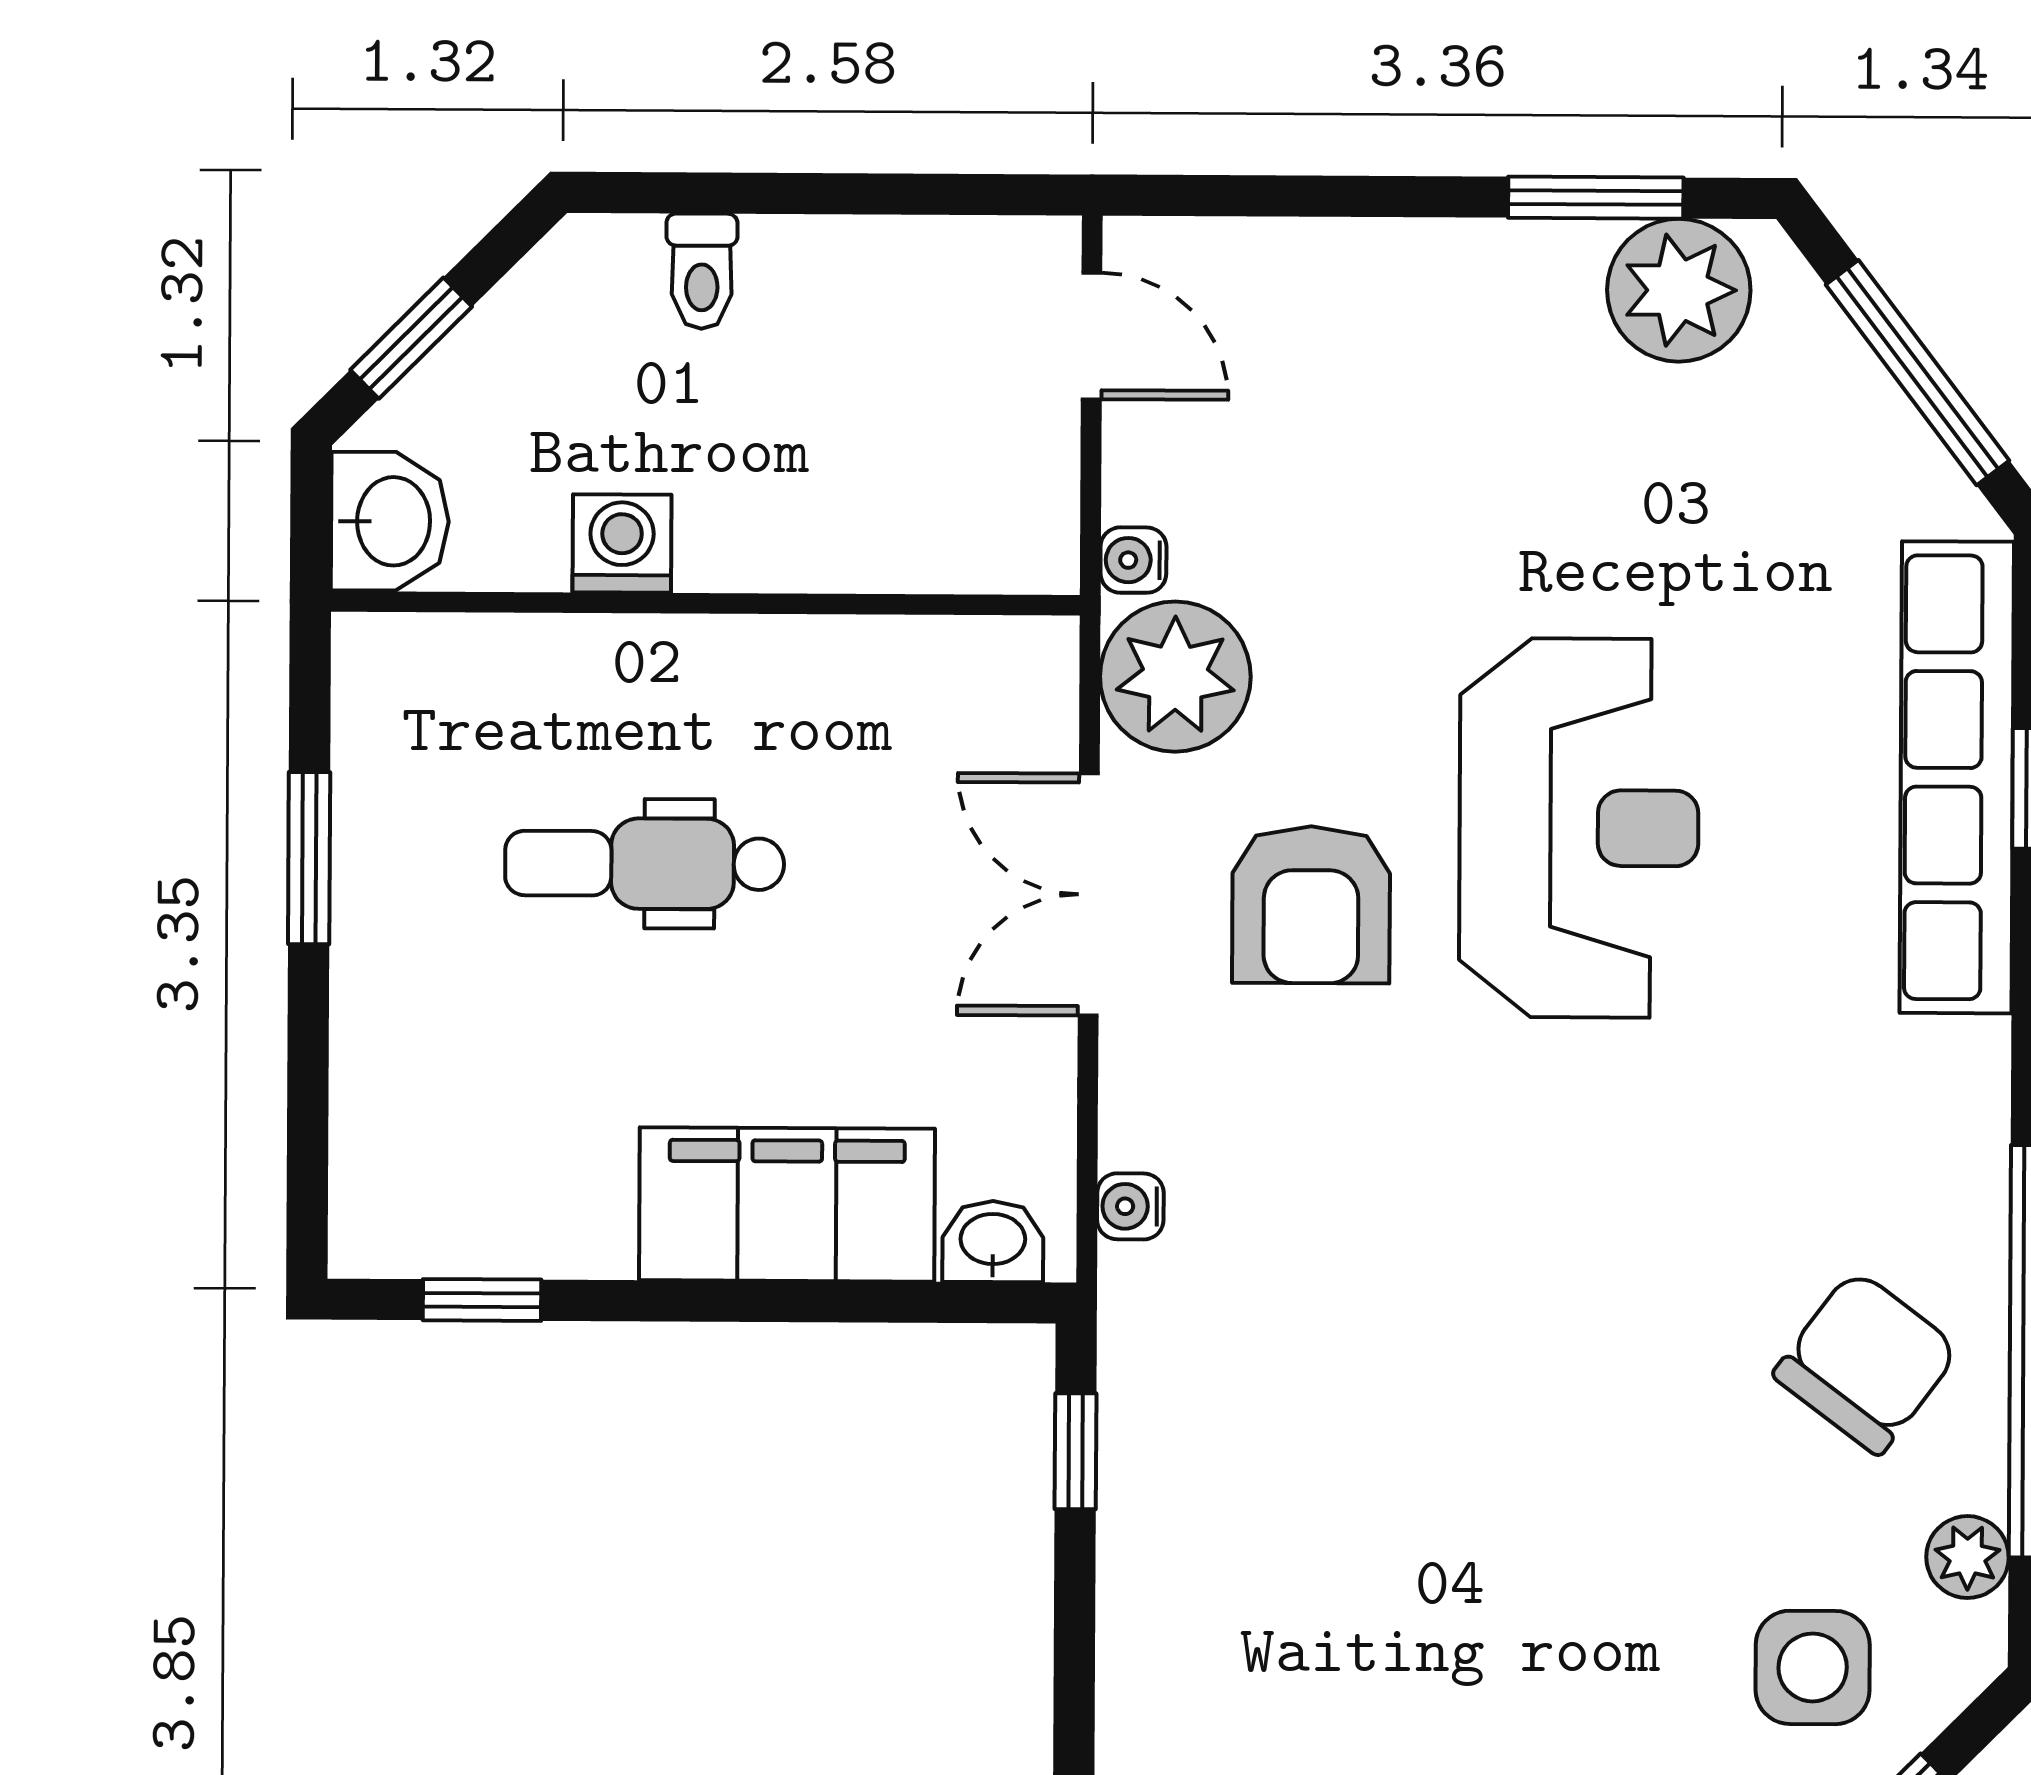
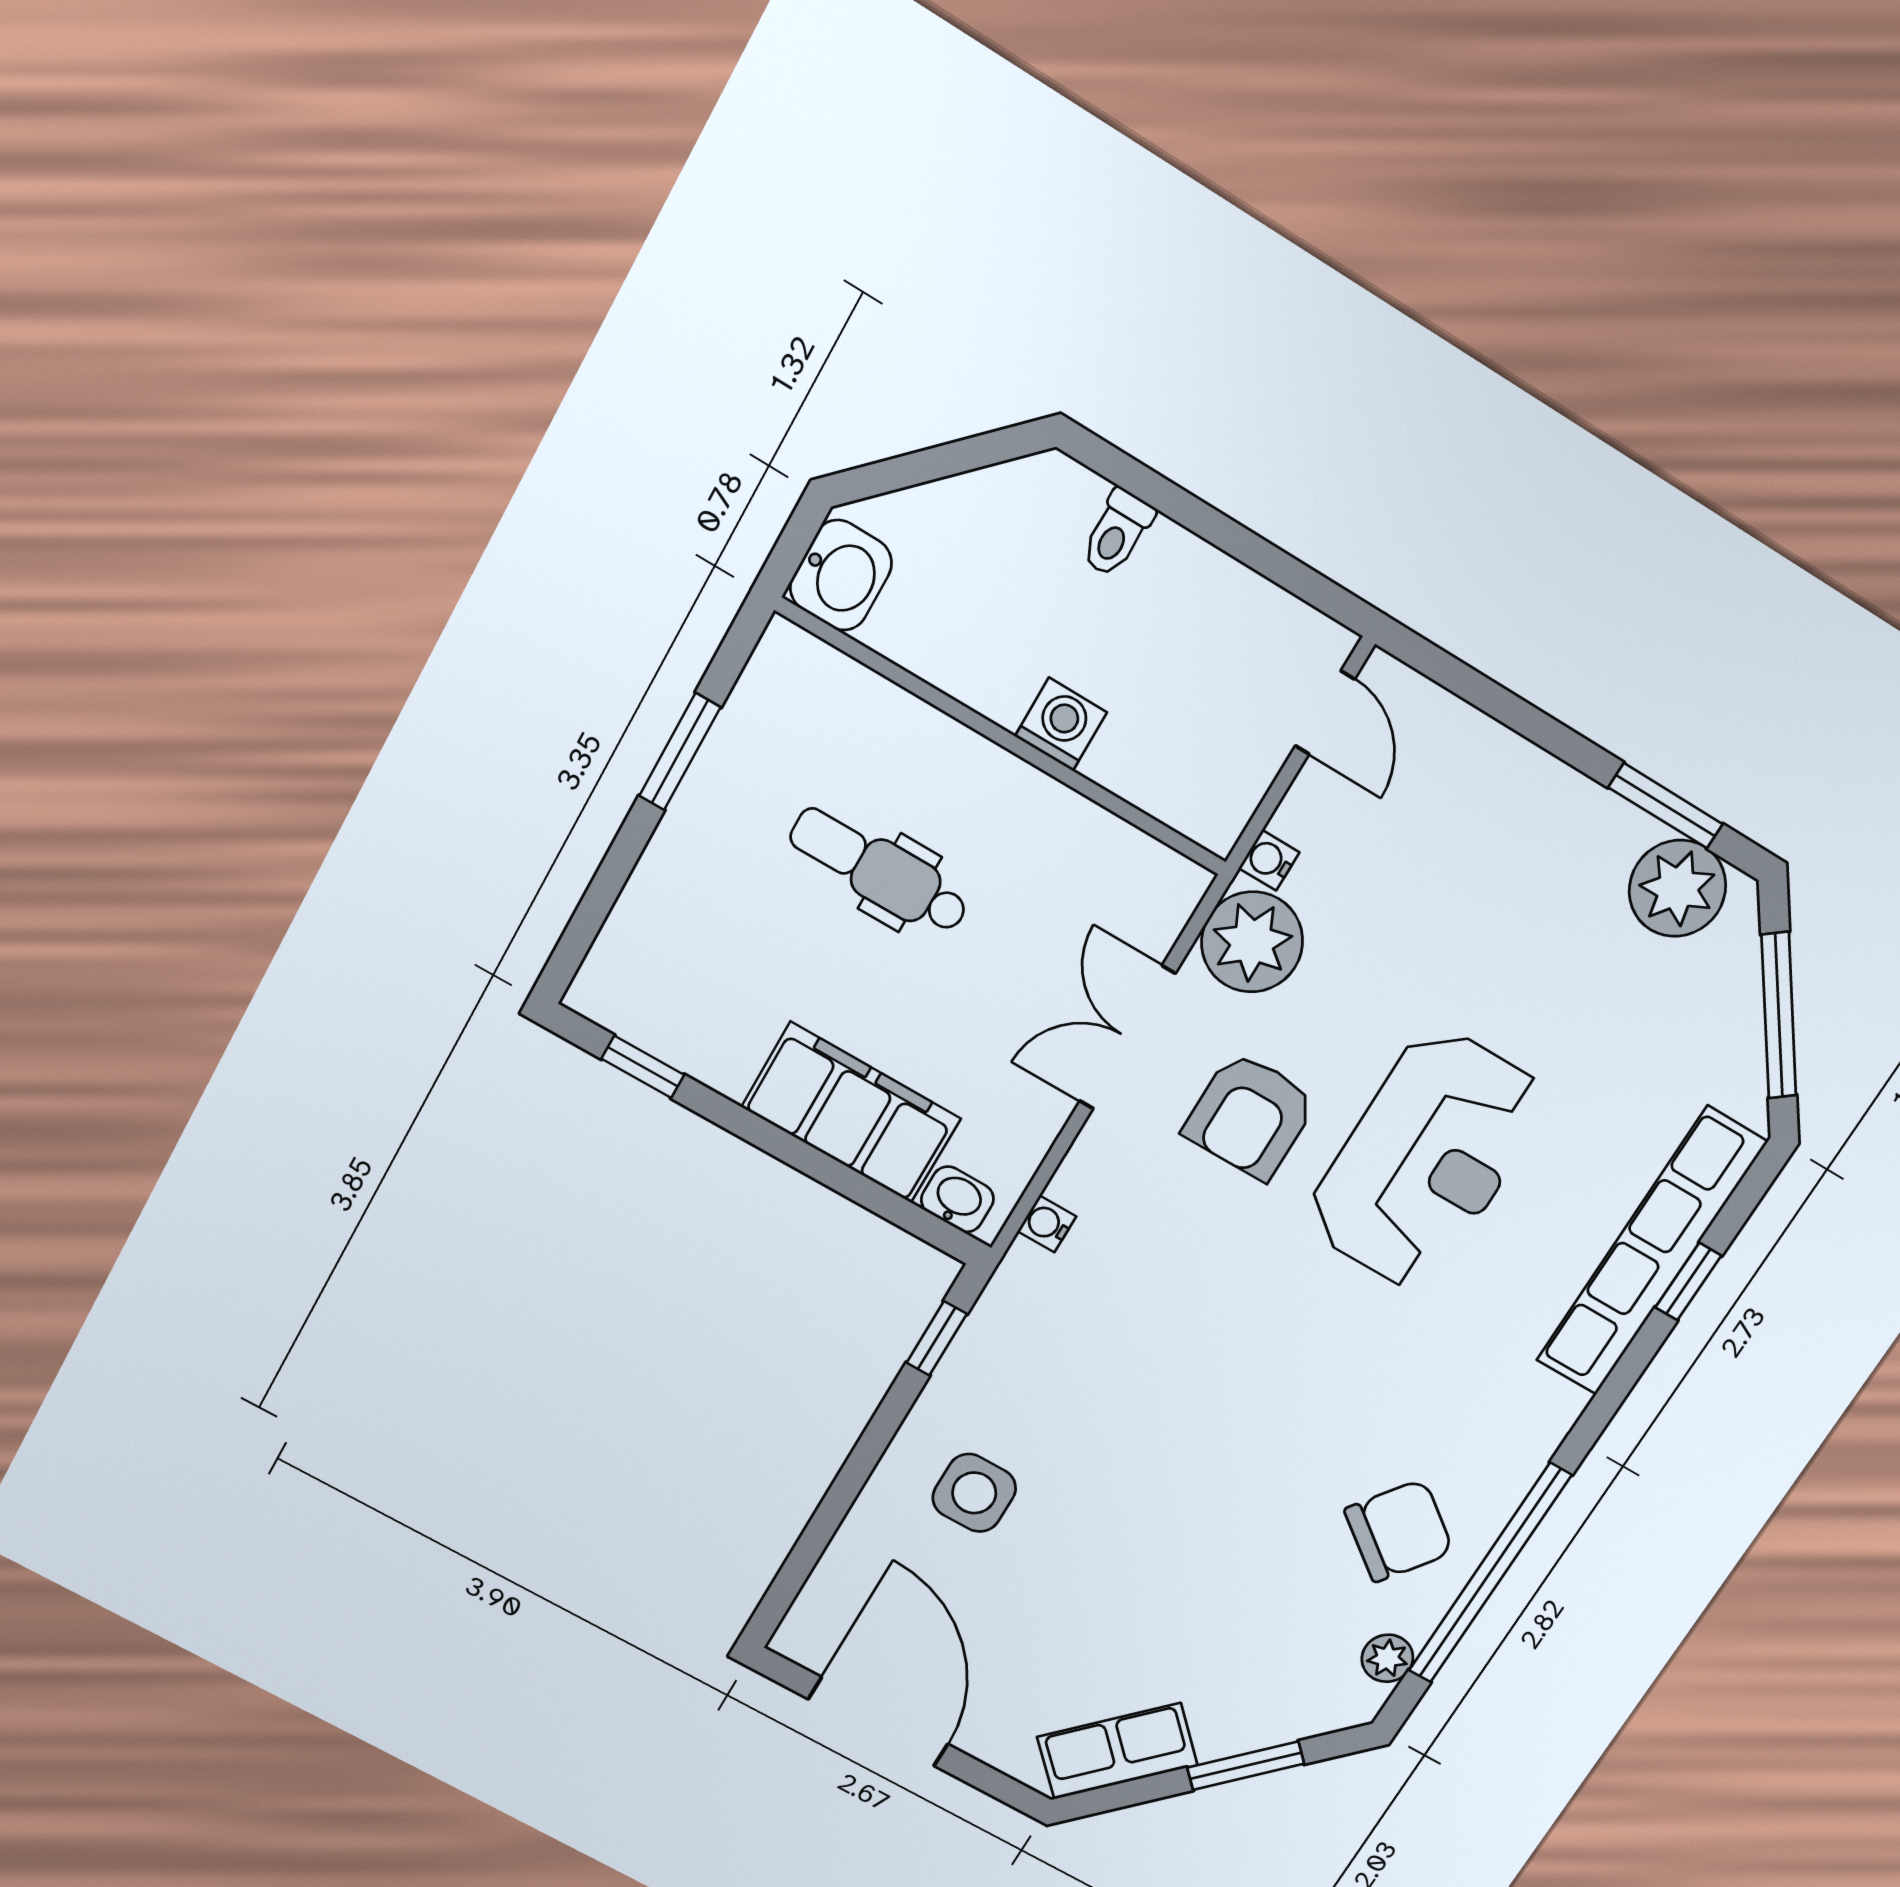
window: (411, 338) -> (917, 468), removed
washing machine: (622, 544) -> (1061, 724), moved
side table: (1813, 1667) -> (974, 1493), moved

